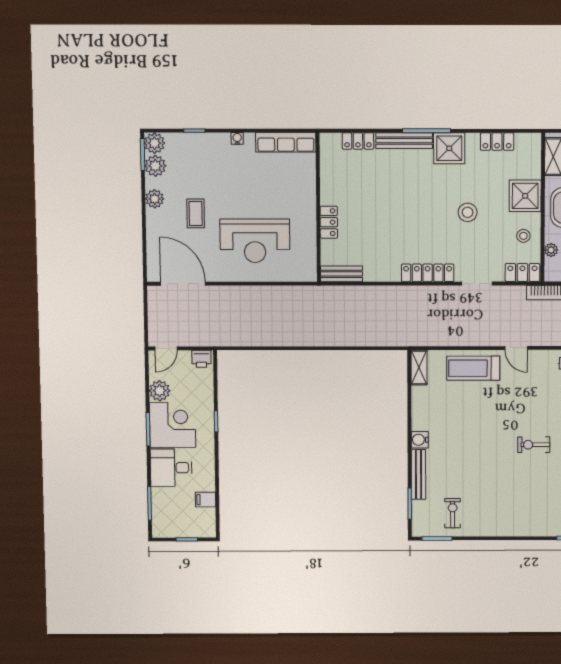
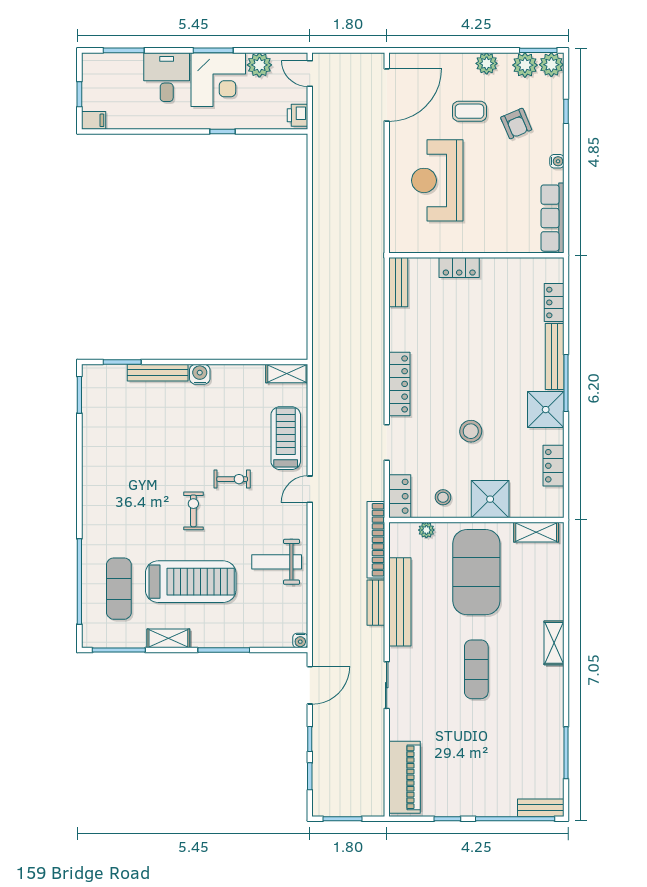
armchair: (205, 173) -> (516, 124), added
filing cabinet: (205, 500) -> (94, 120), moved, turned 90
exercise bike: (453, 513) -> (232, 479), moved

